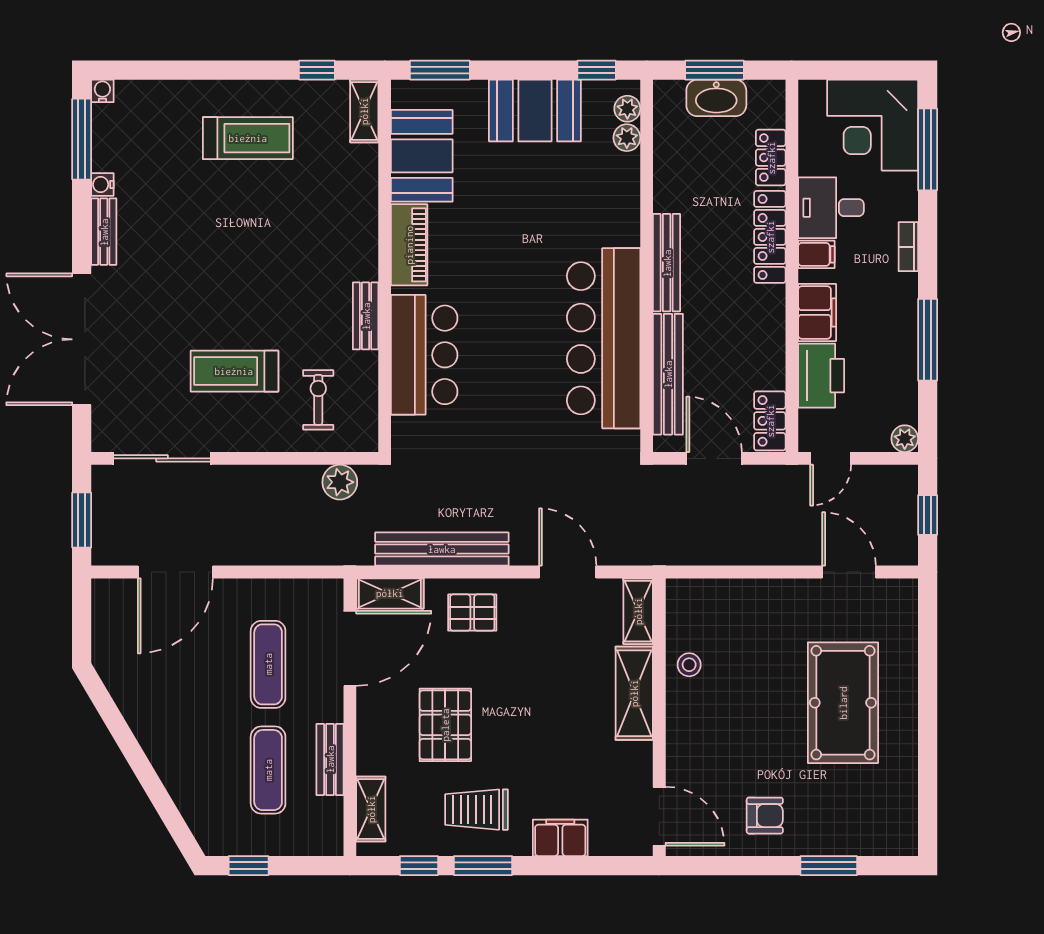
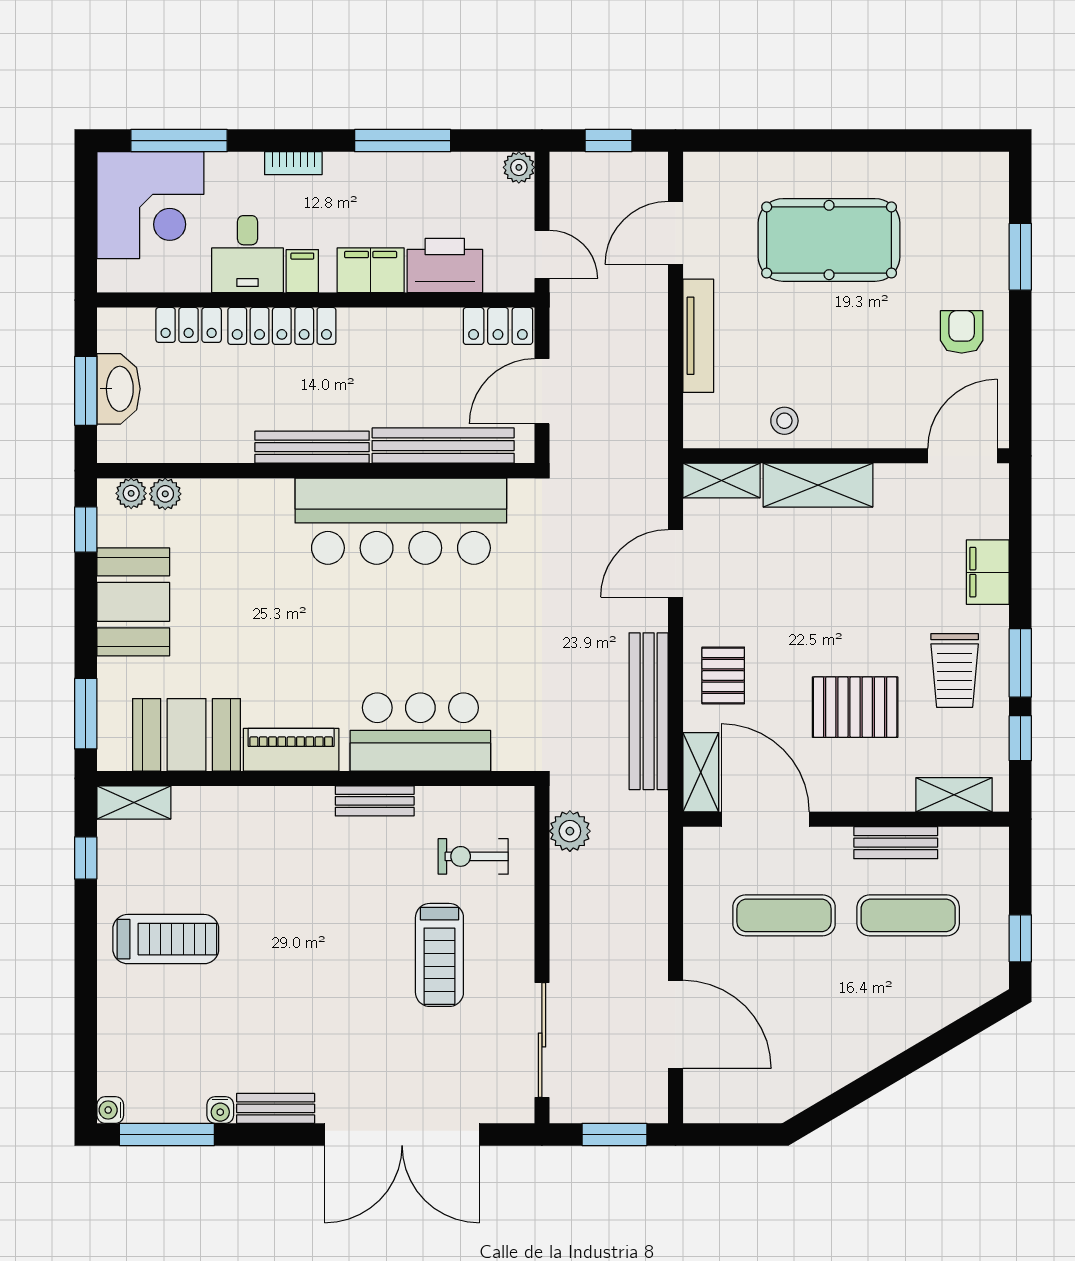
treadmill: (248, 138) -> (166, 939), turned 90
tv unit: (761, 591) -> (698, 336), added

